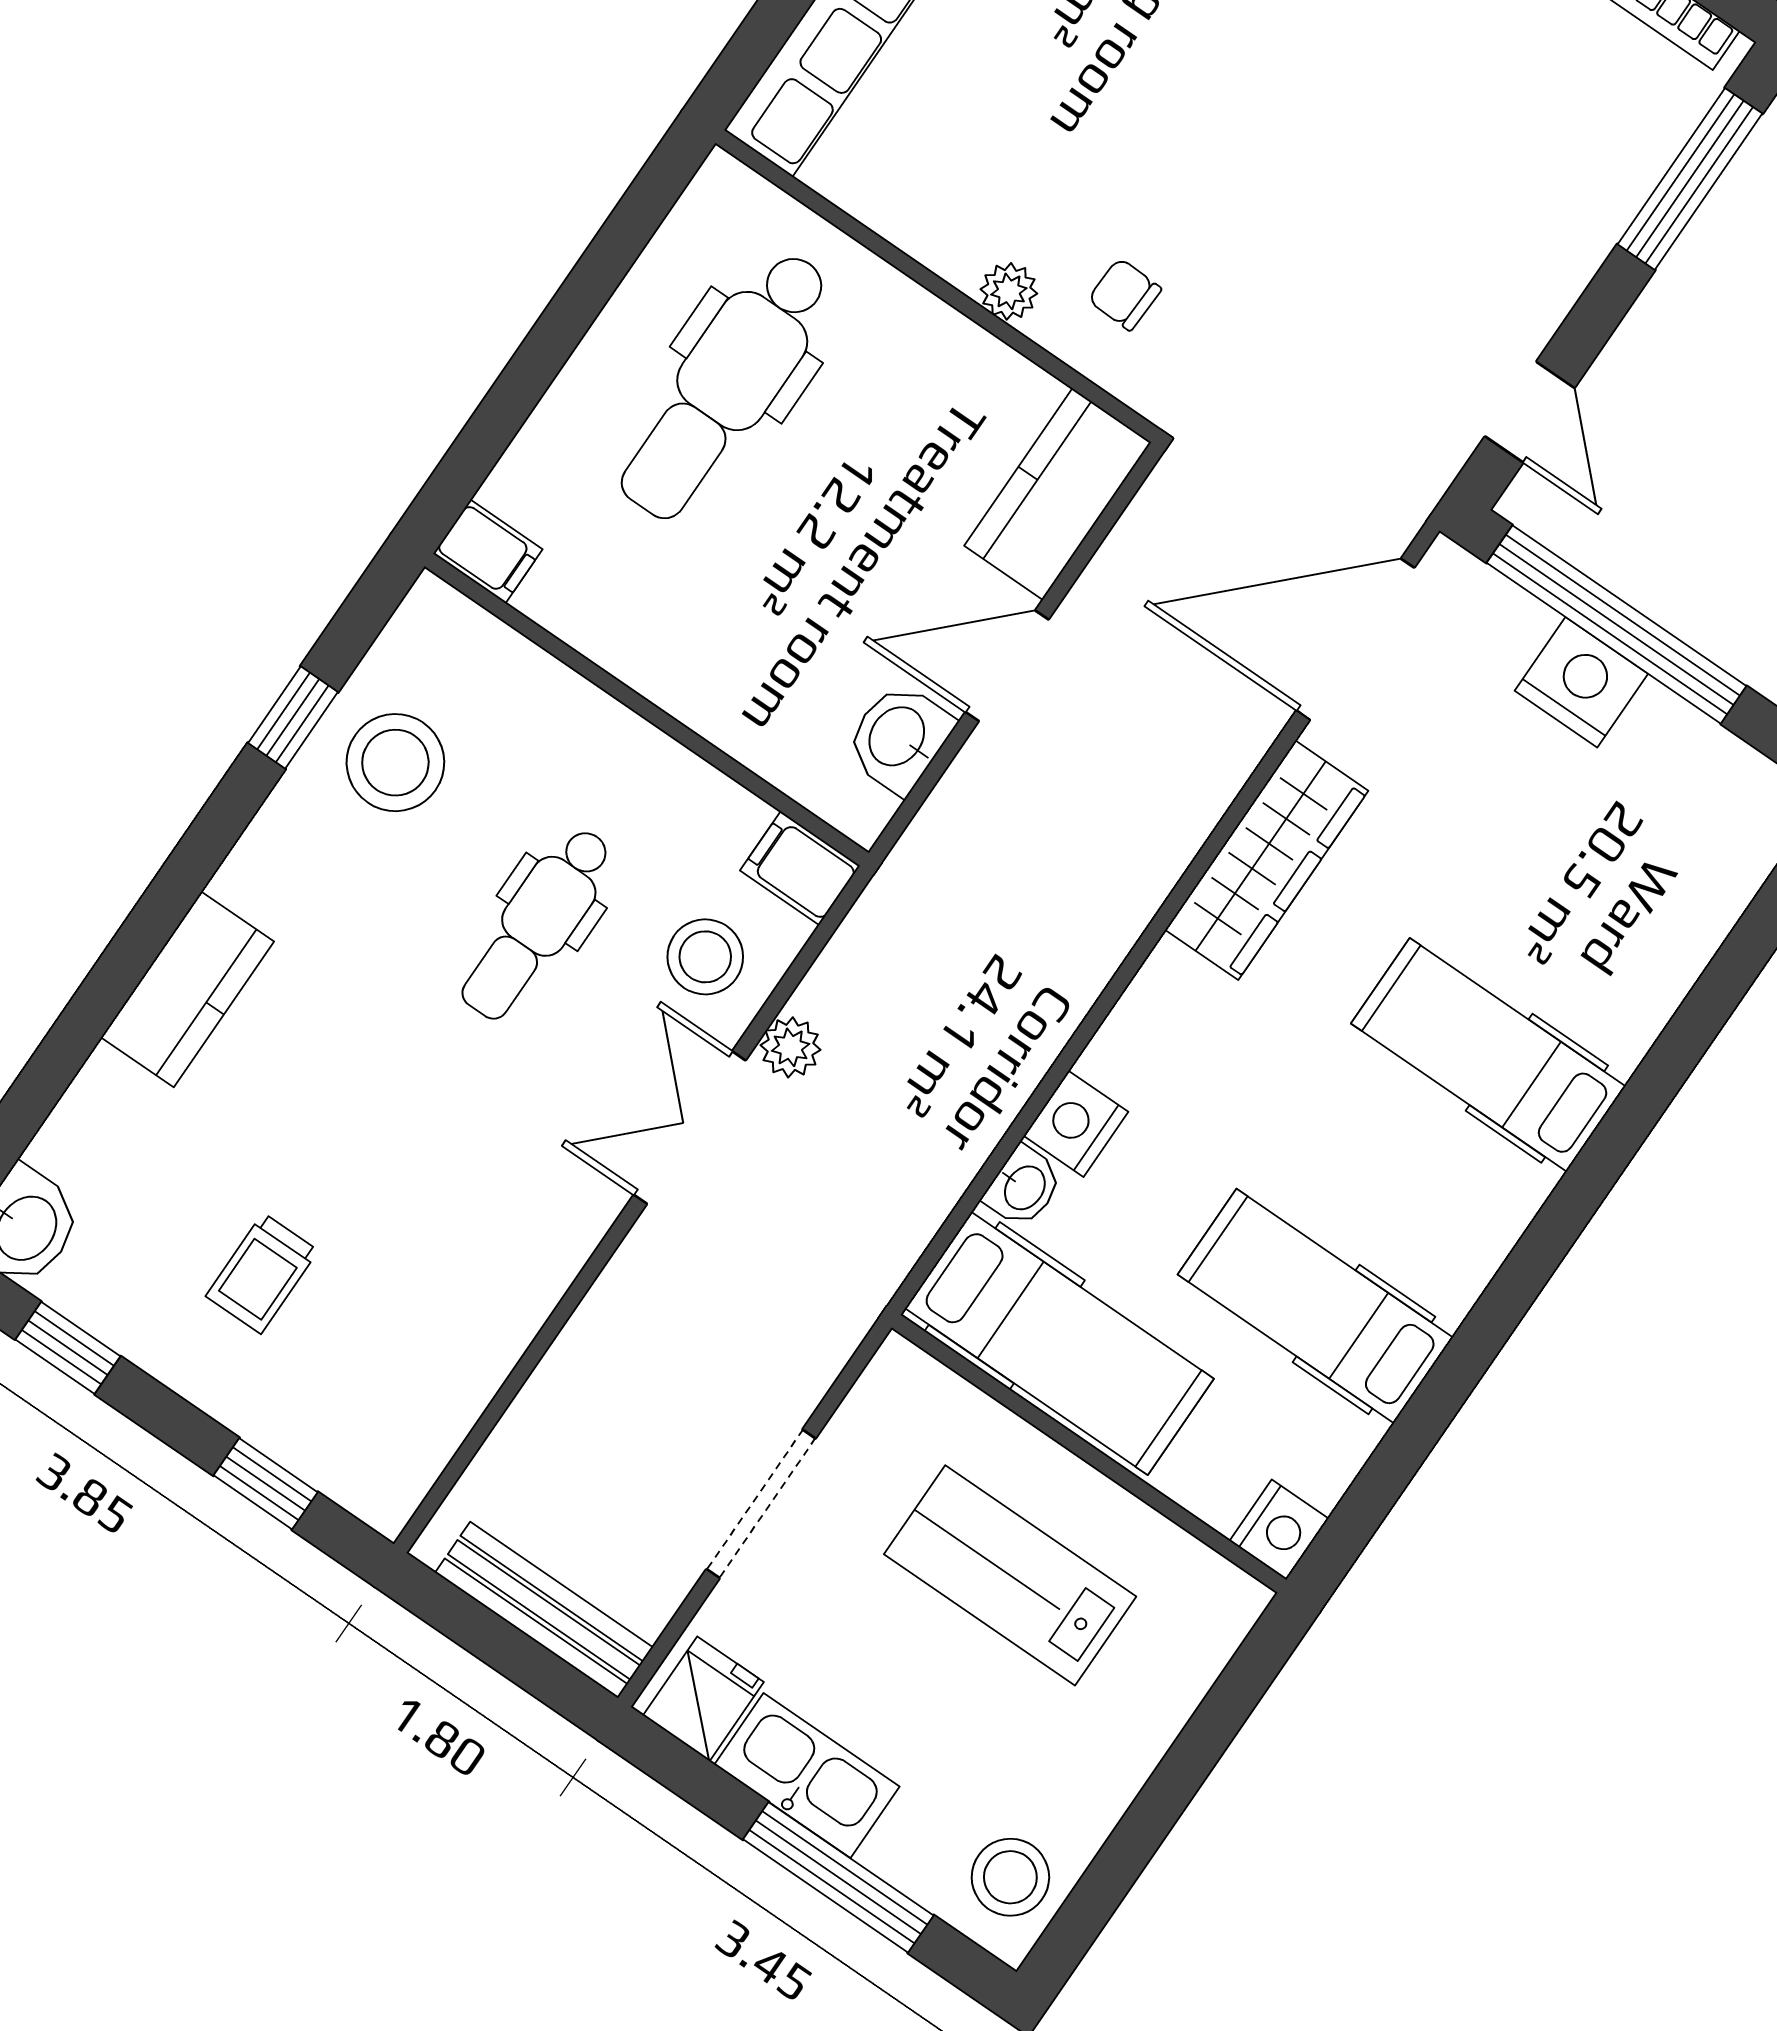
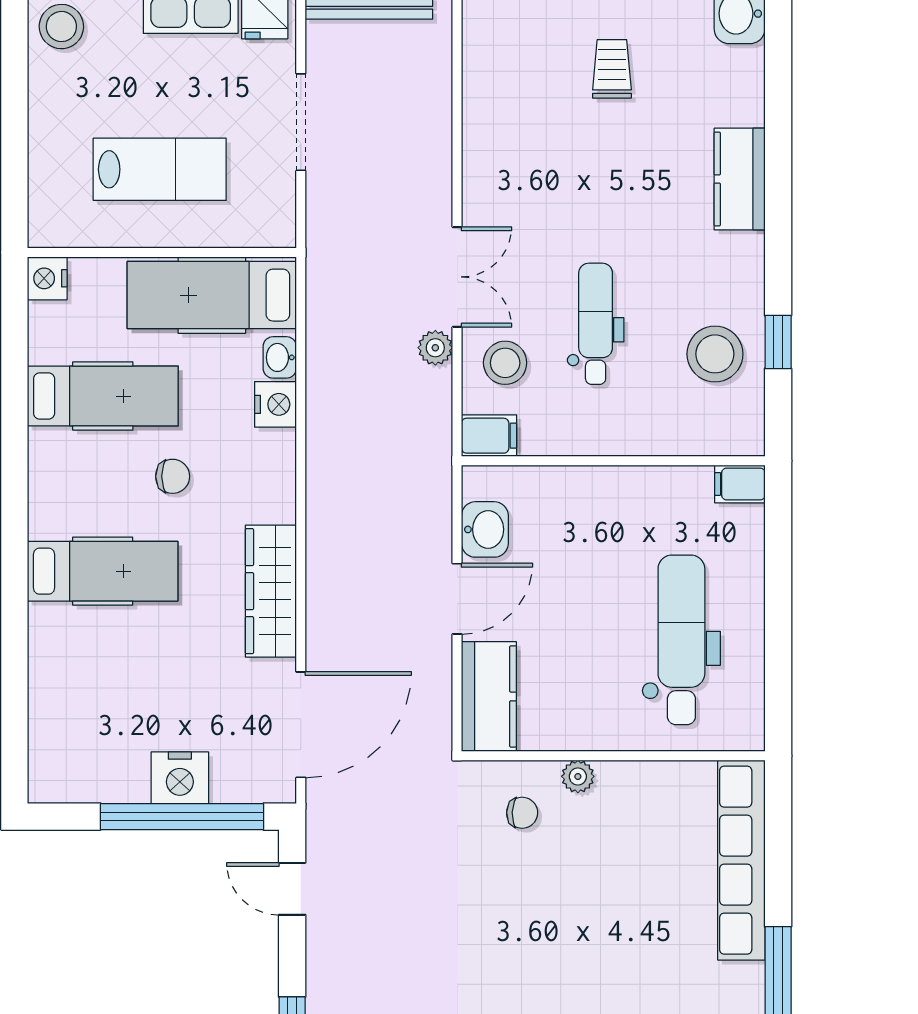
chair: (1294, 1122) -> (173, 476), added

